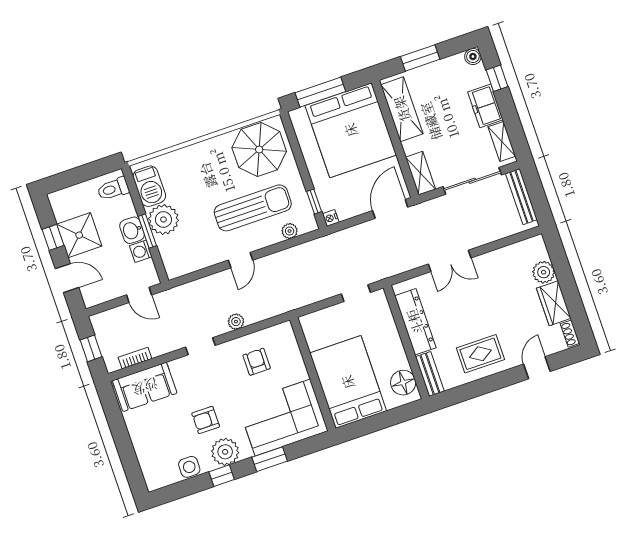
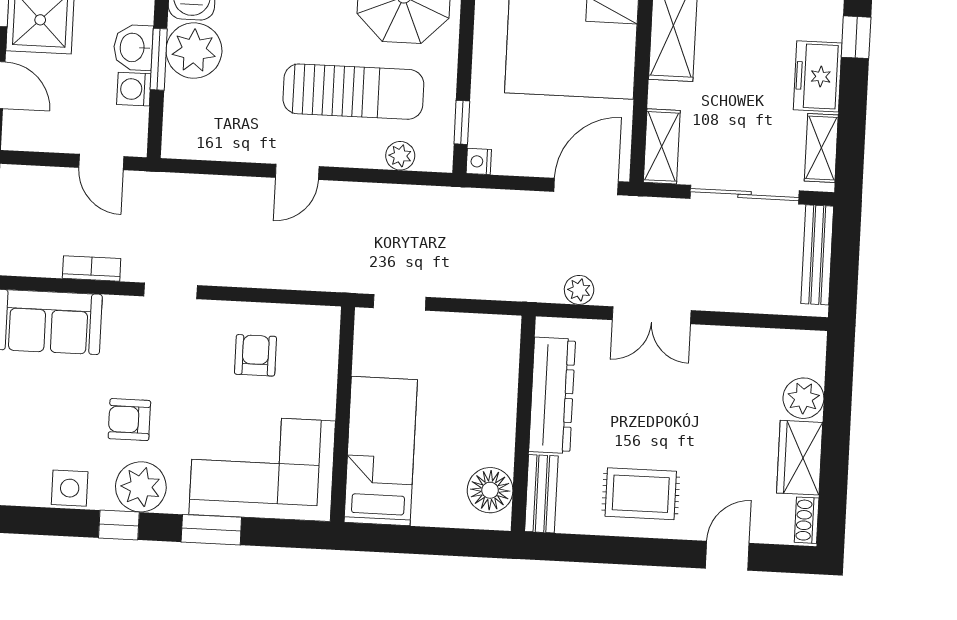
doorway: (356, 293) -> (400, 302), moved
plant: (236, 322) -> (579, 290), moved
bookcase: (135, 358) -> (92, 268), moved
bed: (348, 382) -> (381, 451), width x0.67

